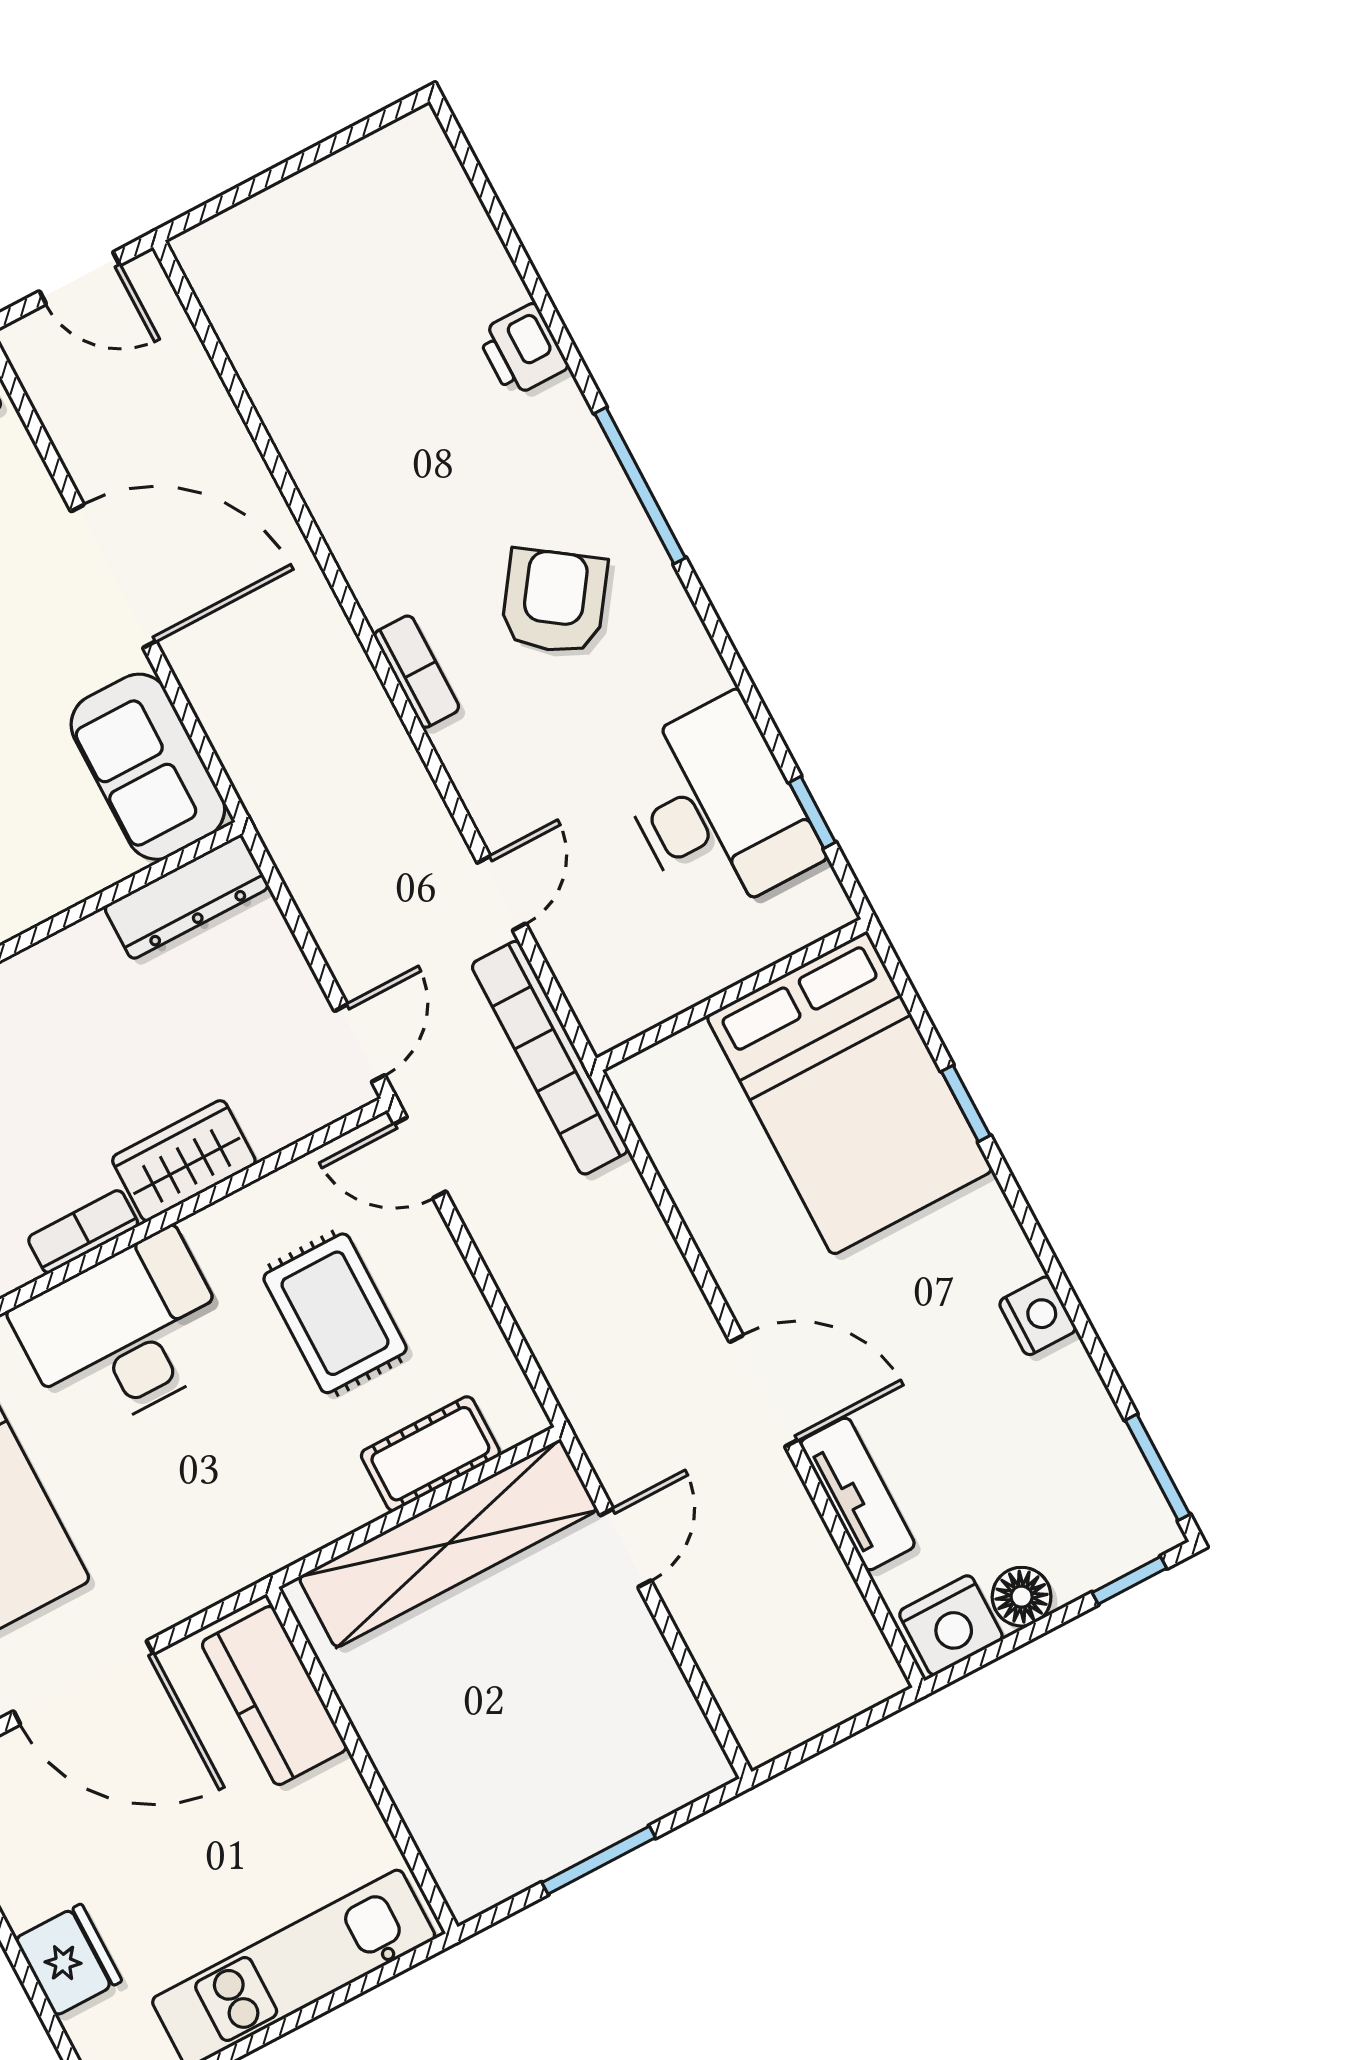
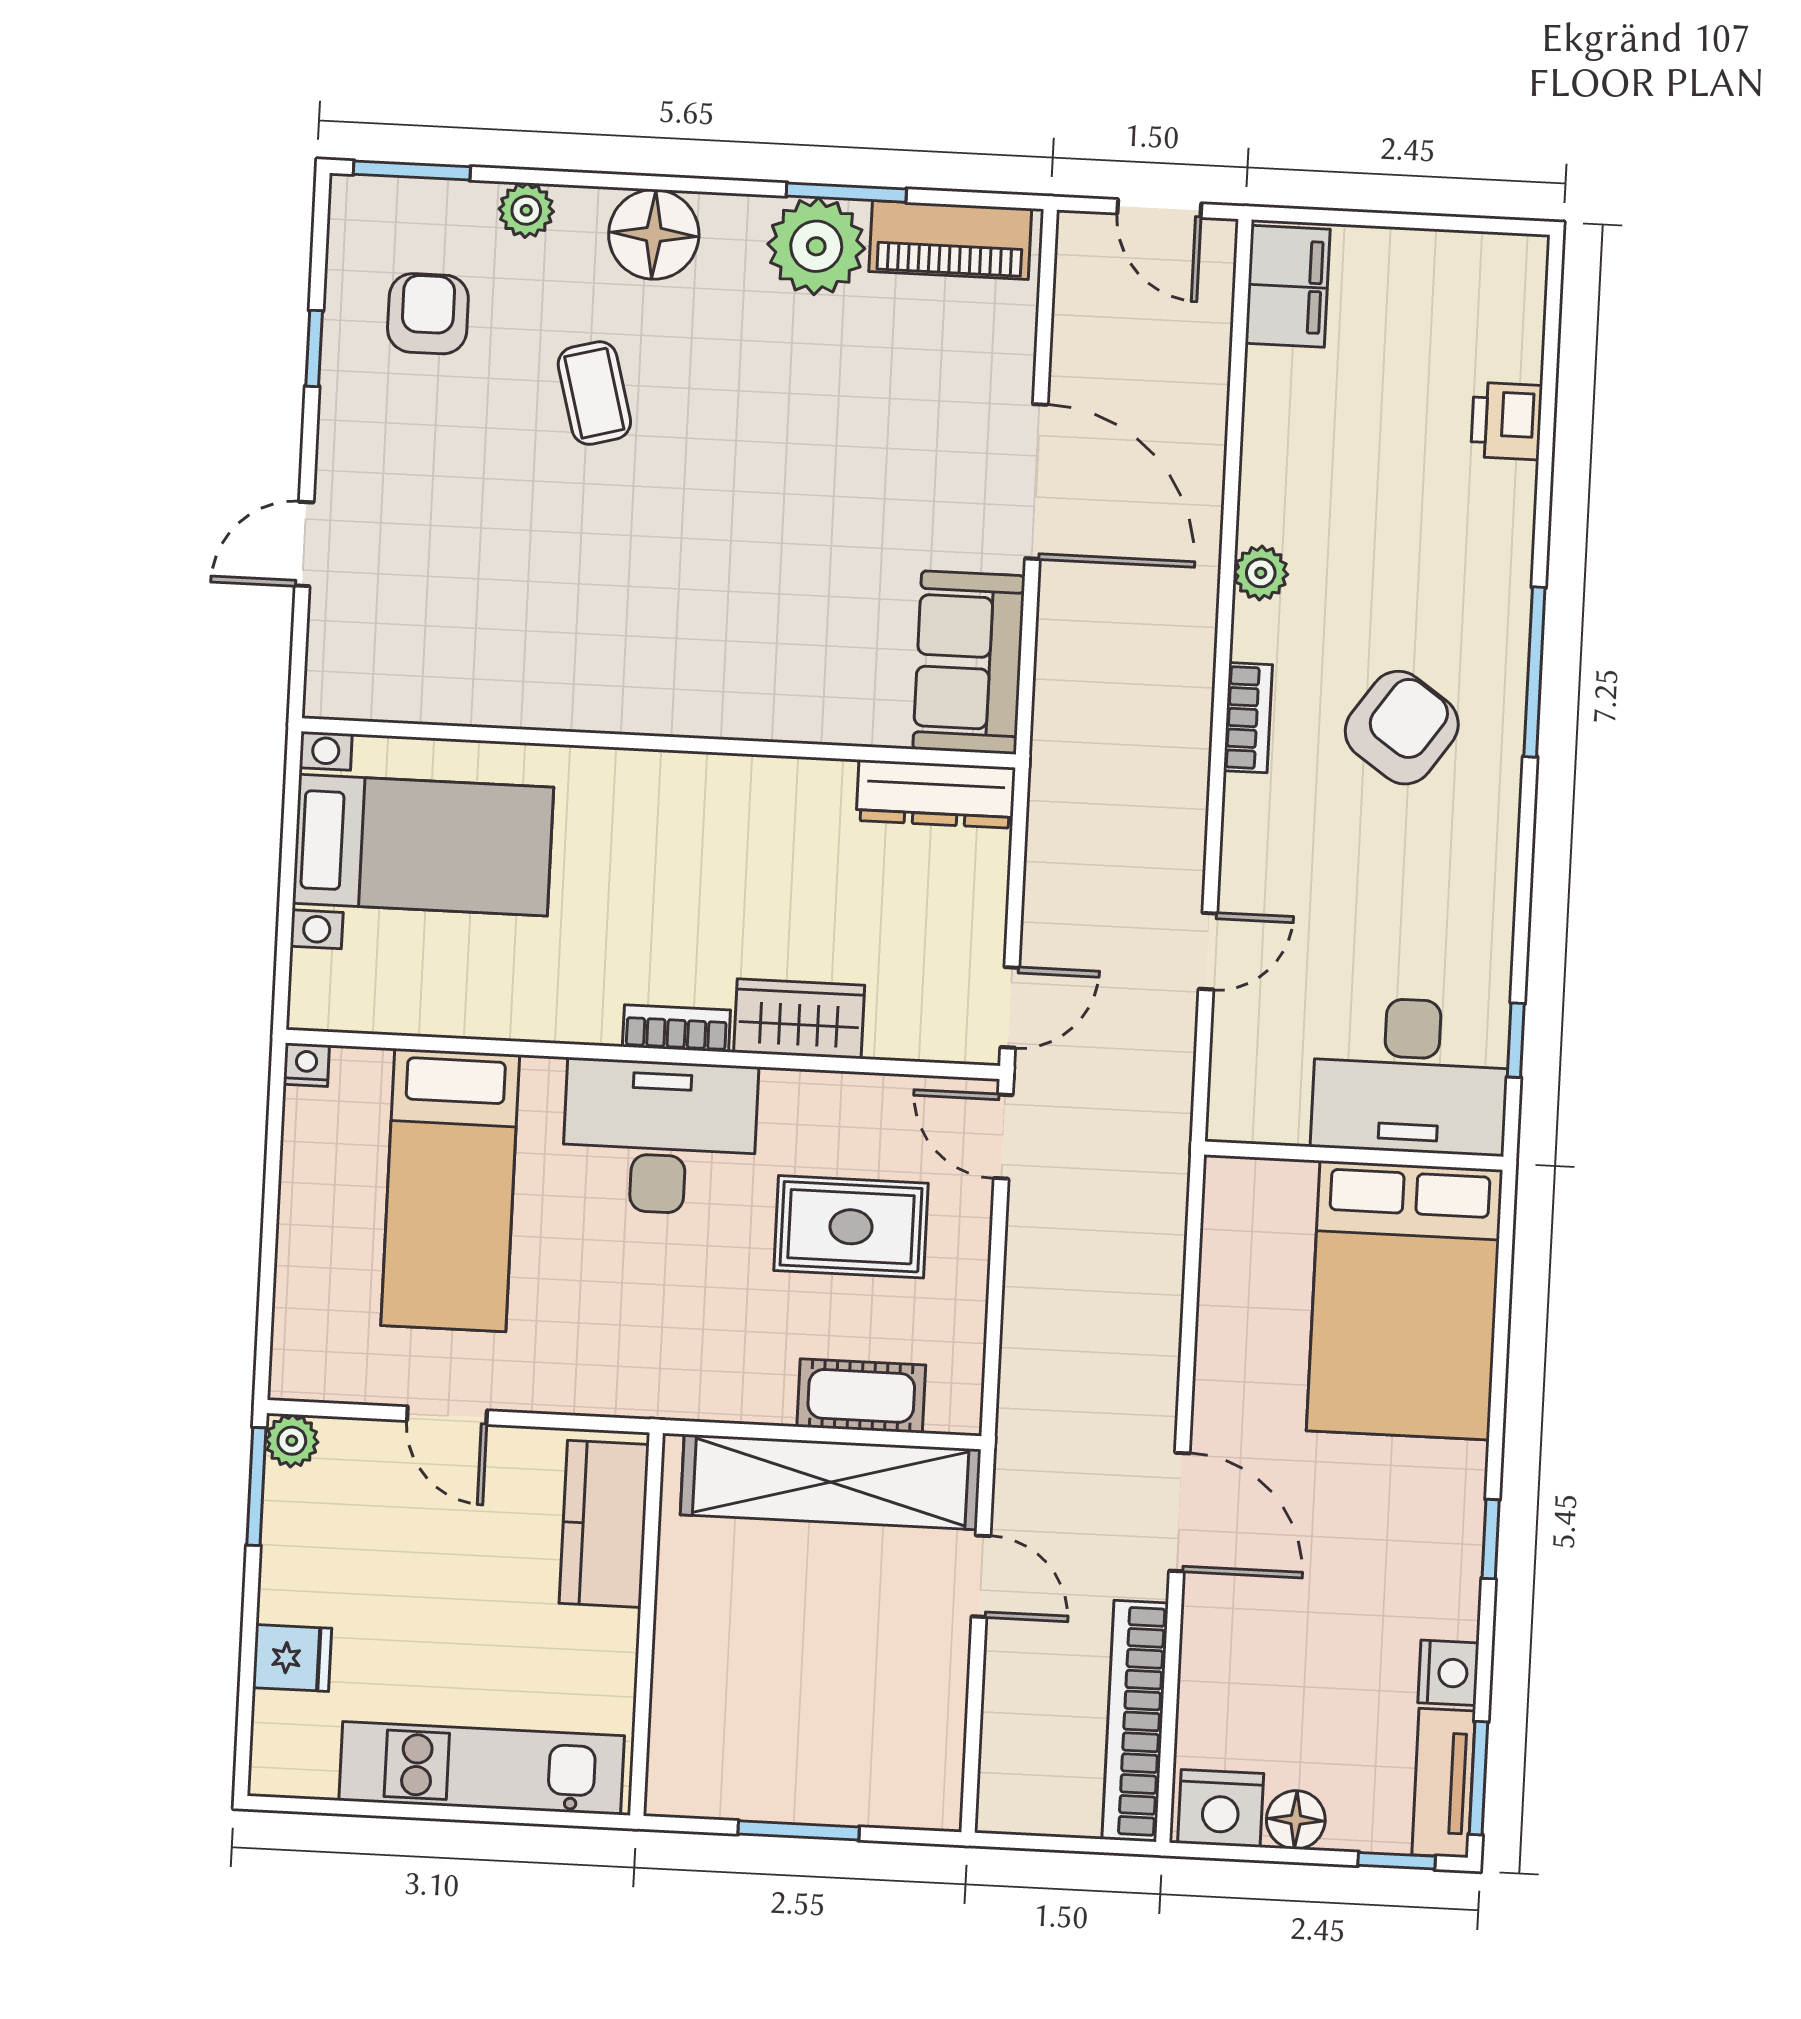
filing cabinet: (230, 279) -> (1288, 286), added
printer: (523, 350) -> (1507, 421), moved
plant: (353, 540) -> (1261, 573), added
desk: (716, 808) -> (1411, 1076), moved, turned 90
bookcase: (550, 1058) -> (1135, 1721), moved
window: (966, 1103) -> (1491, 1539), moved
rug: (335, 1313) -> (851, 1227), turned 90
nightstand: (1038, 1316) -> (1448, 1673), moved
tv unit: (857, 1494) -> (1444, 1783), moved, turned 180
door: (626, 1548) -> (981, 1576), hinge flipped
door: (83, 1683) -> (447, 1416), width x0.53
fridge: (68, 1960) -> (292, 1658), width x0.72

